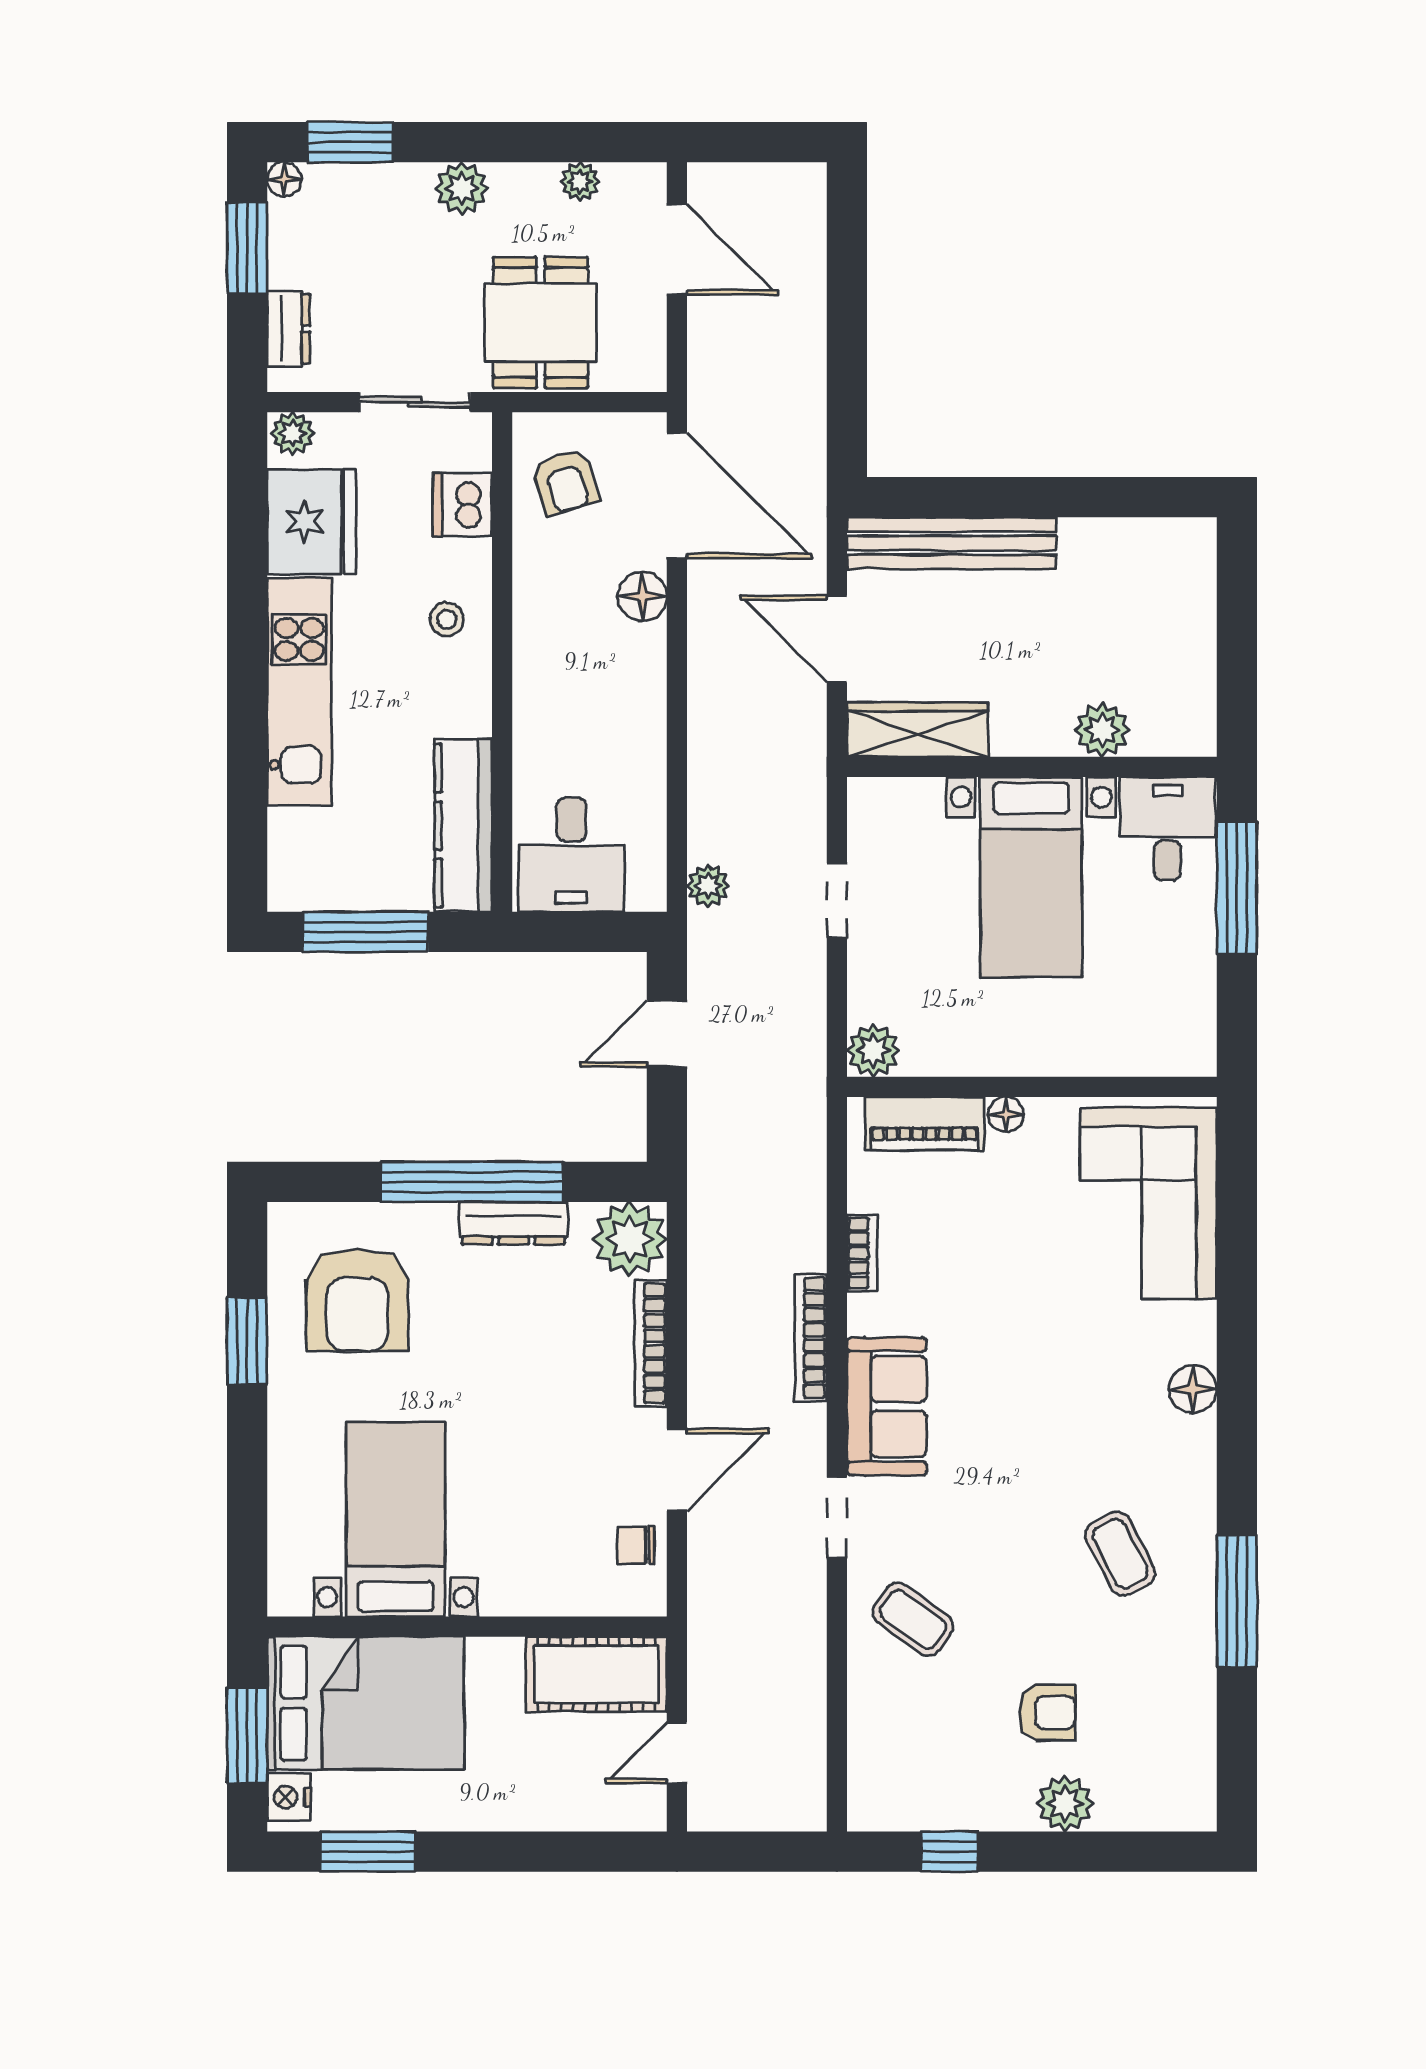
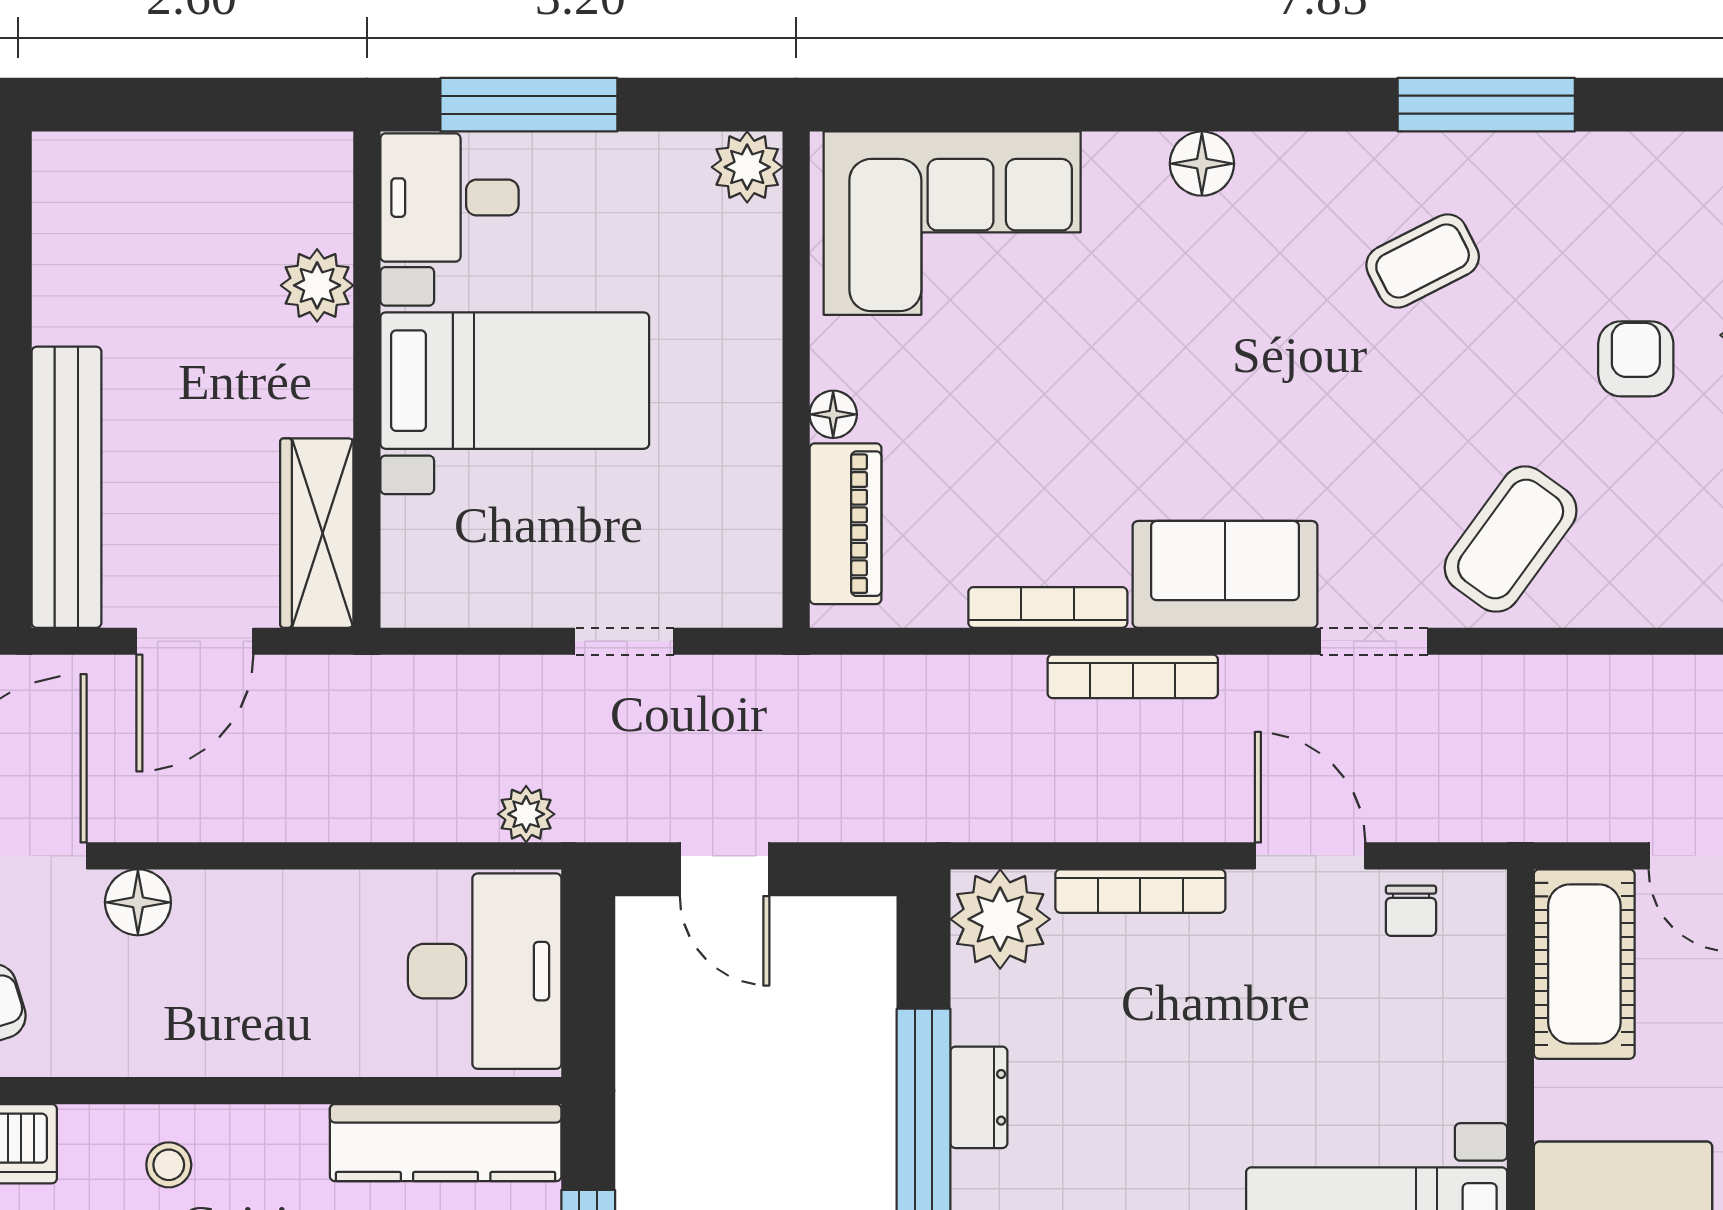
desk: (571, 855) -> (485, 971), width x1.37
doorway: (837, 900) -> (624, 641), moved
plant: (873, 1050) -> (747, 167), moved
dresser: (514, 1223) -> (979, 1097), width x0.70
bookcase: (862, 1253) -> (1048, 607), width x1.56
coffee table: (913, 1619) -> (1511, 539), width x1.36, depth x1.30

